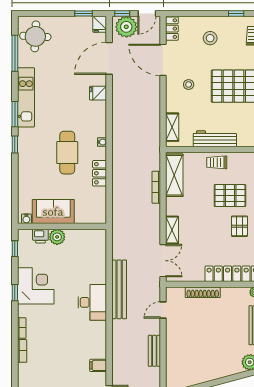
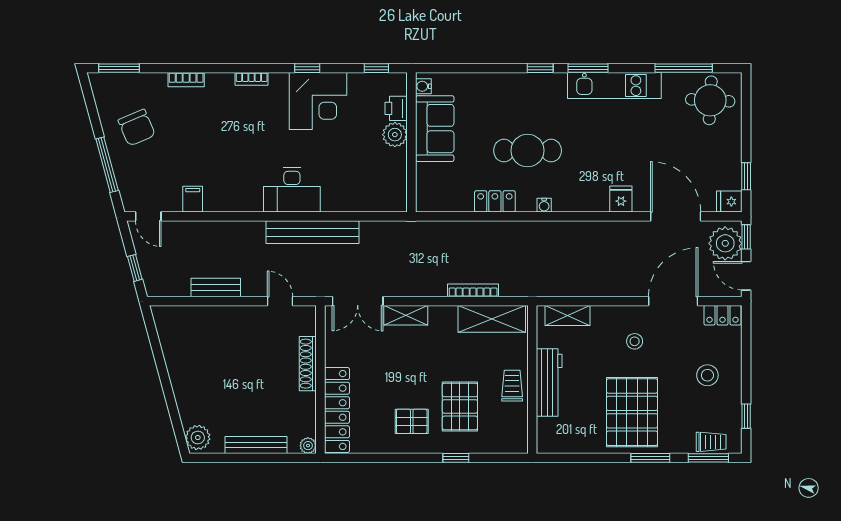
bookcase: (22, 351) -> (186, 80), moved

